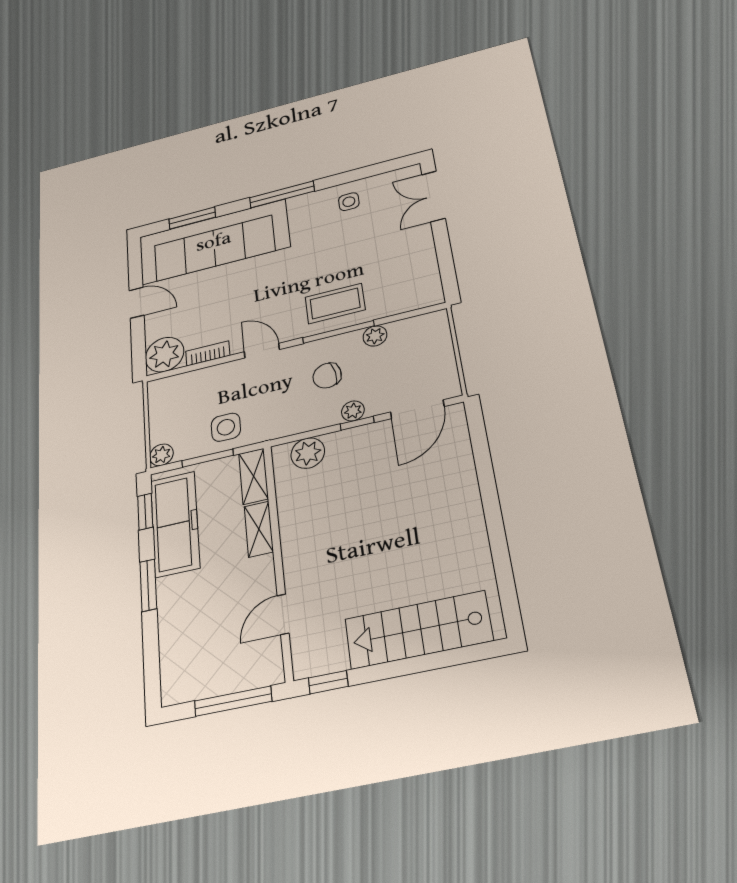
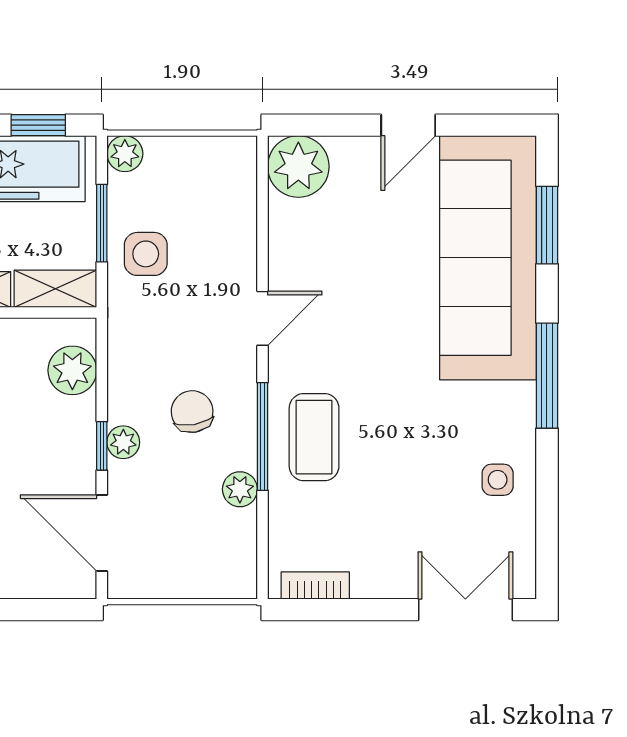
bookcase: (208, 353) -> (315, 585), moved, turned -90

